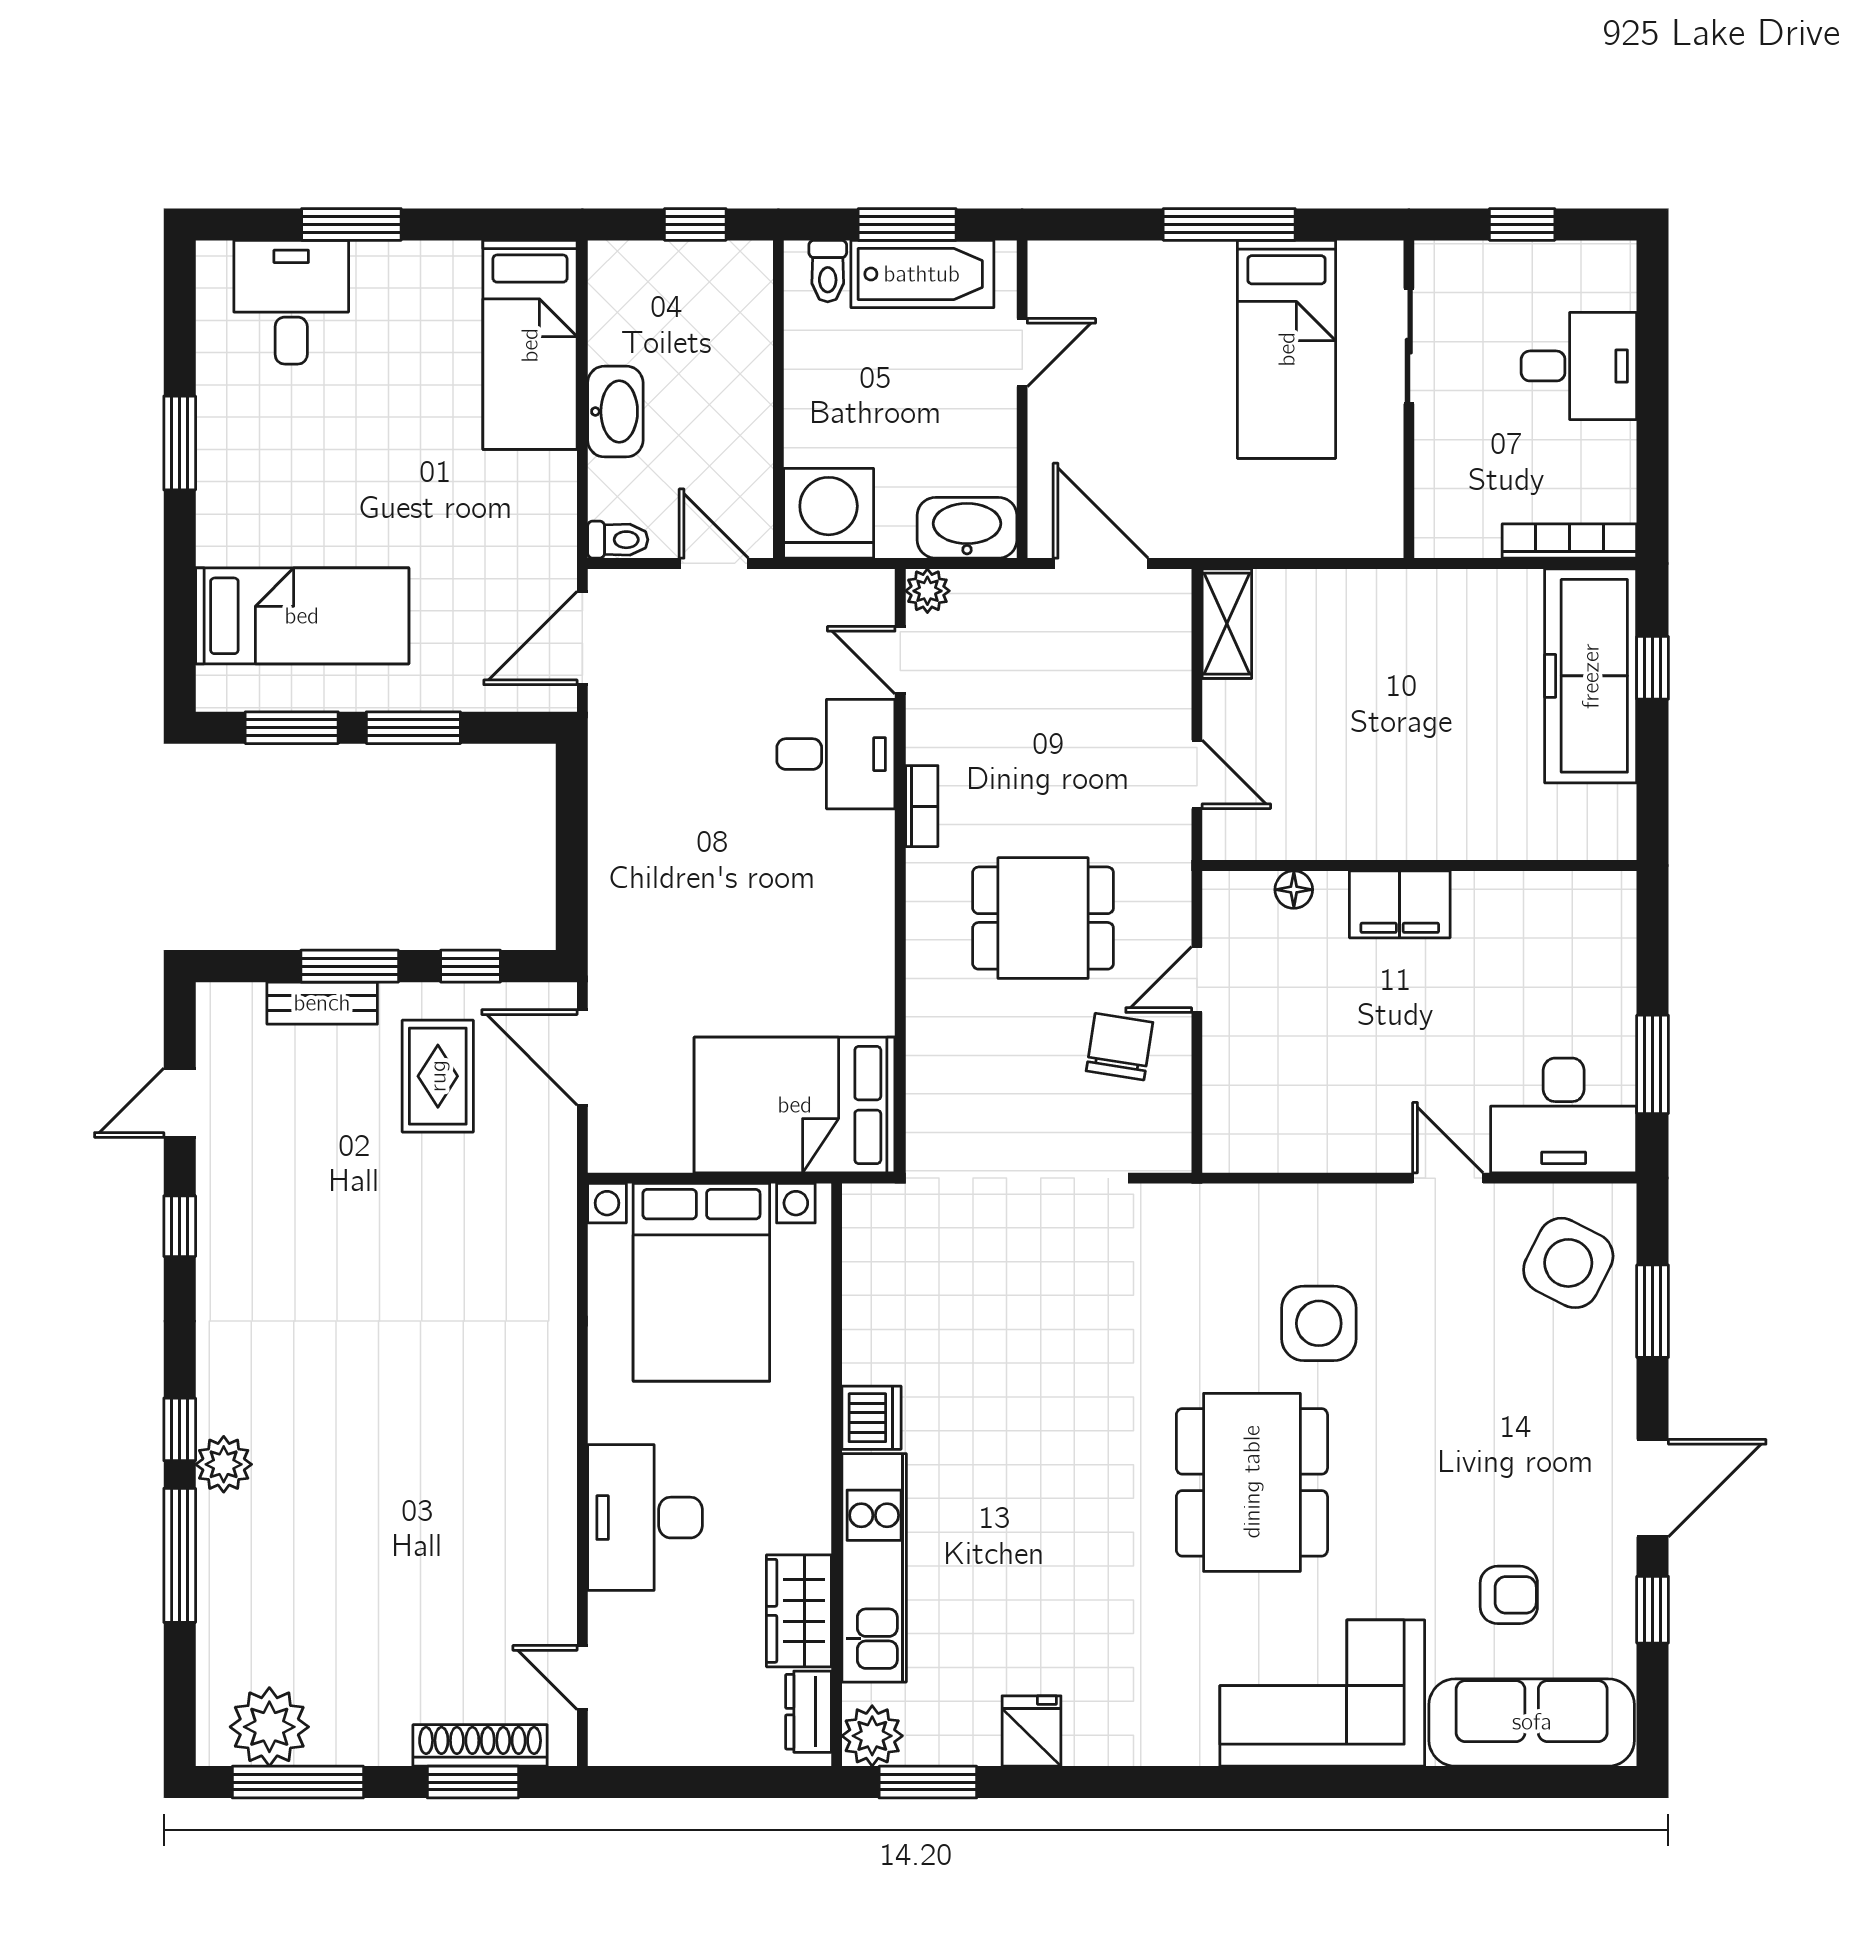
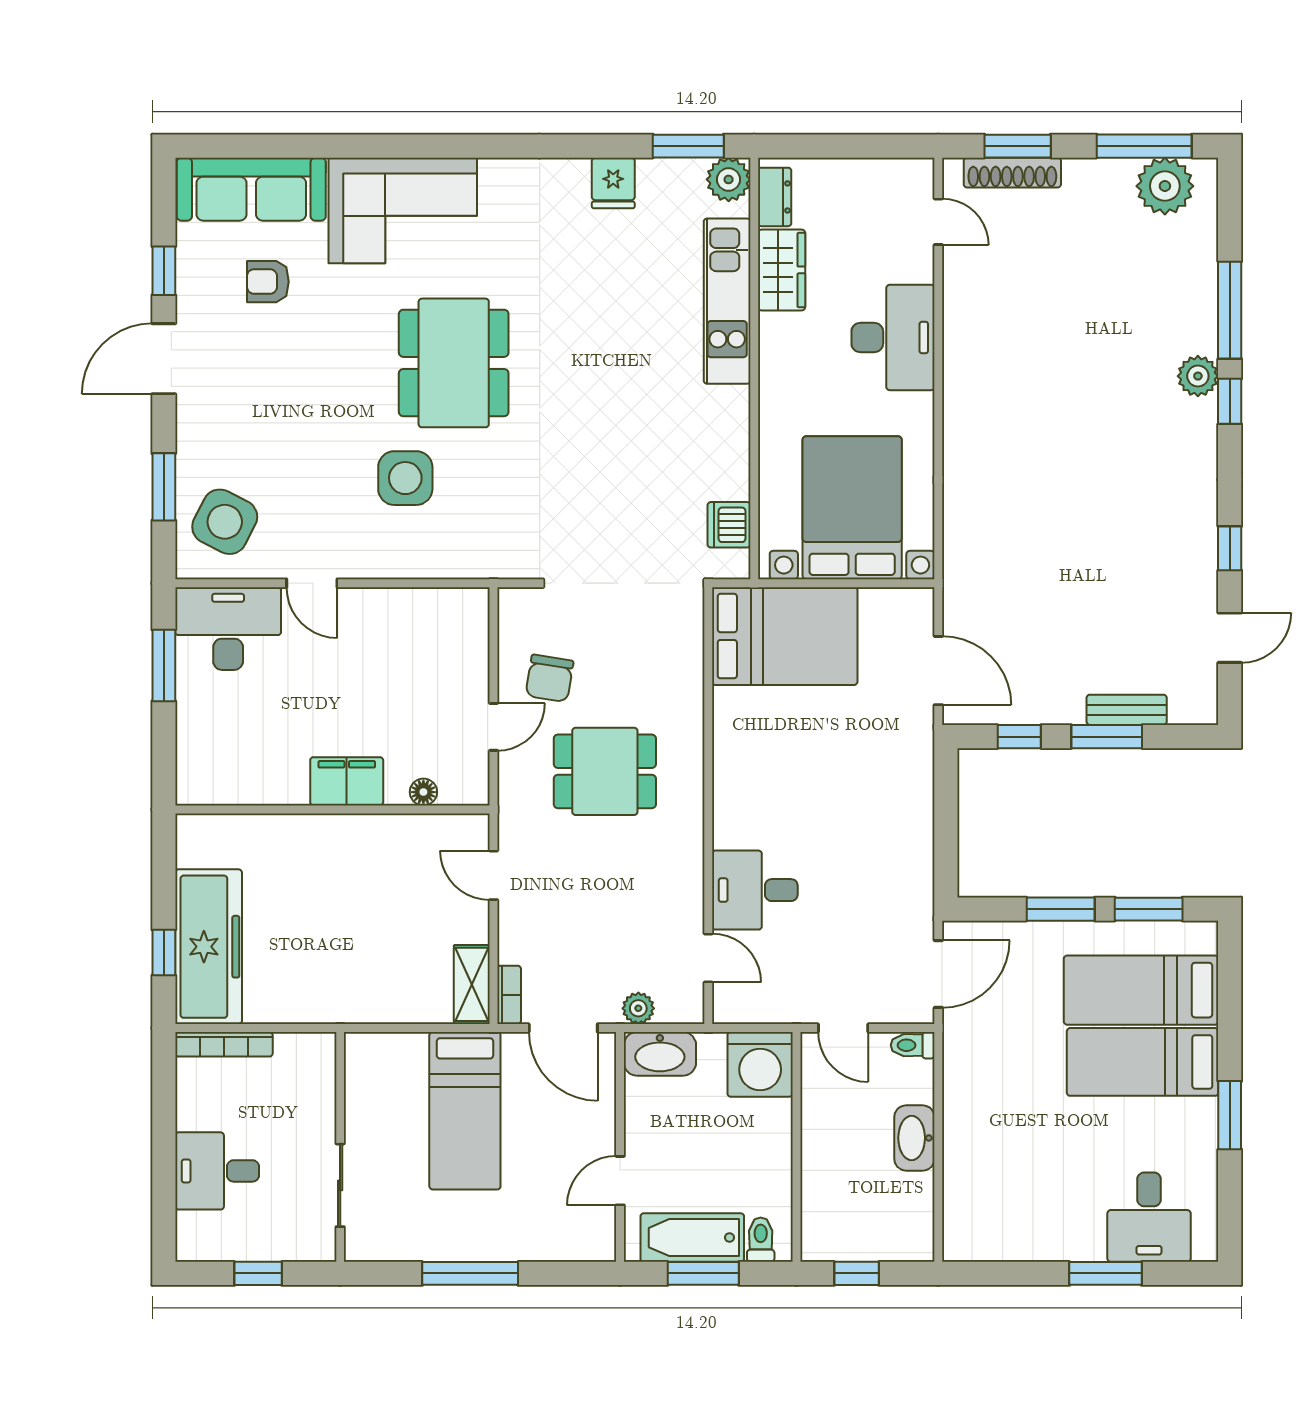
bed: (530, 345) -> (1143, 1062), moved, turned -90
bed: (1287, 349) -> (465, 1111), moved, turned 180
plant: (927, 591) -> (638, 1008), moved
bookcase: (922, 806) -> (509, 995), moved, turned 180
rug: (438, 1076) -> (1043, 657), removed
dishwasher: (872, 1418) -> (729, 525), moved

